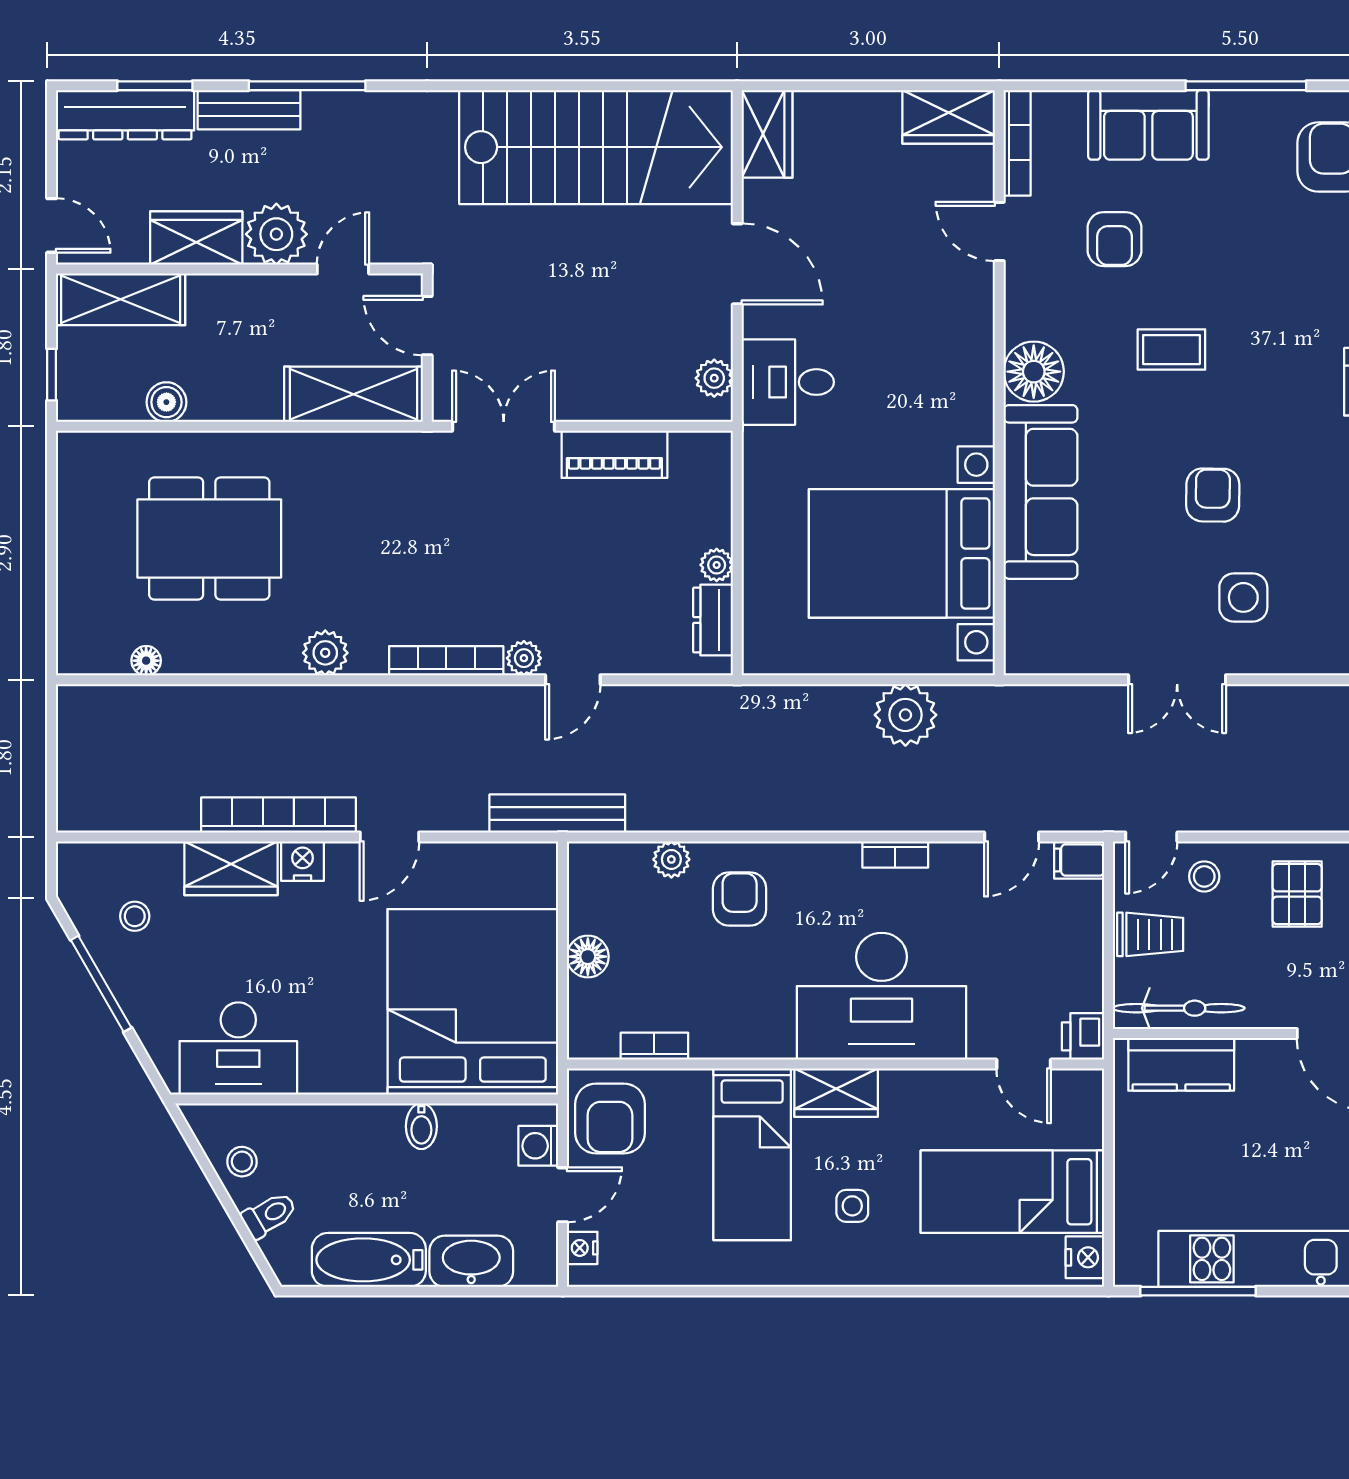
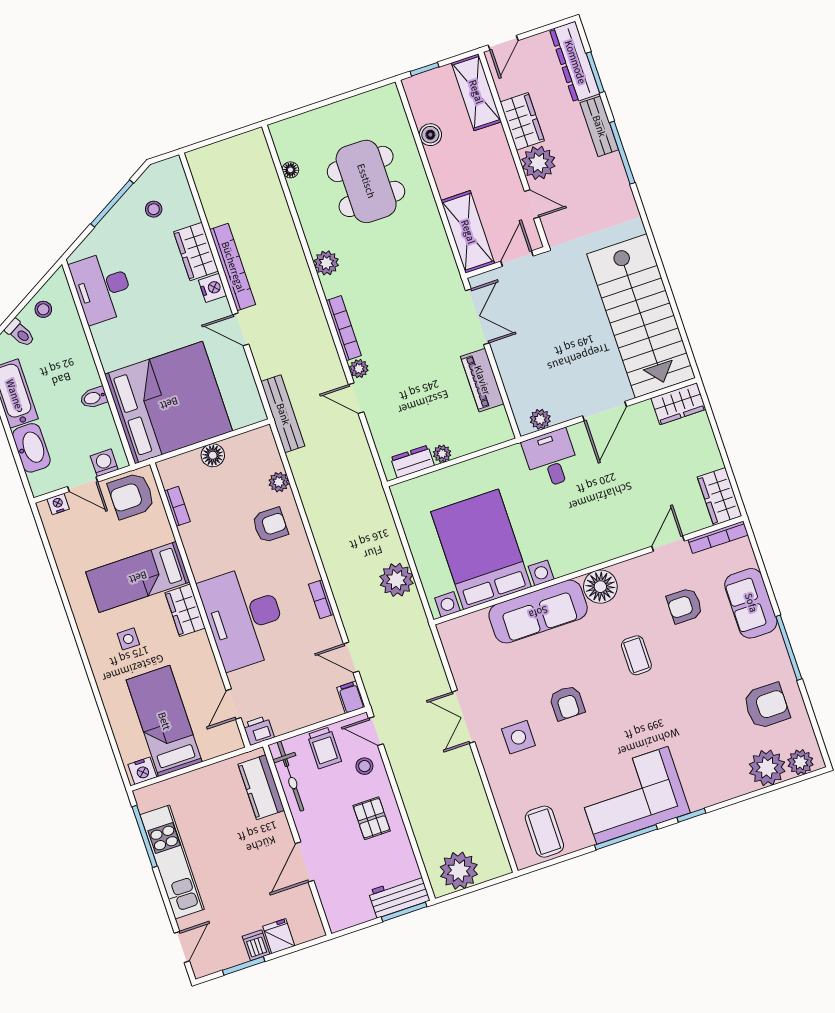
armchair: (1213, 495) -> (567, 703), turned 89
pallet: (1297, 894) -> (372, 818), turned 90

